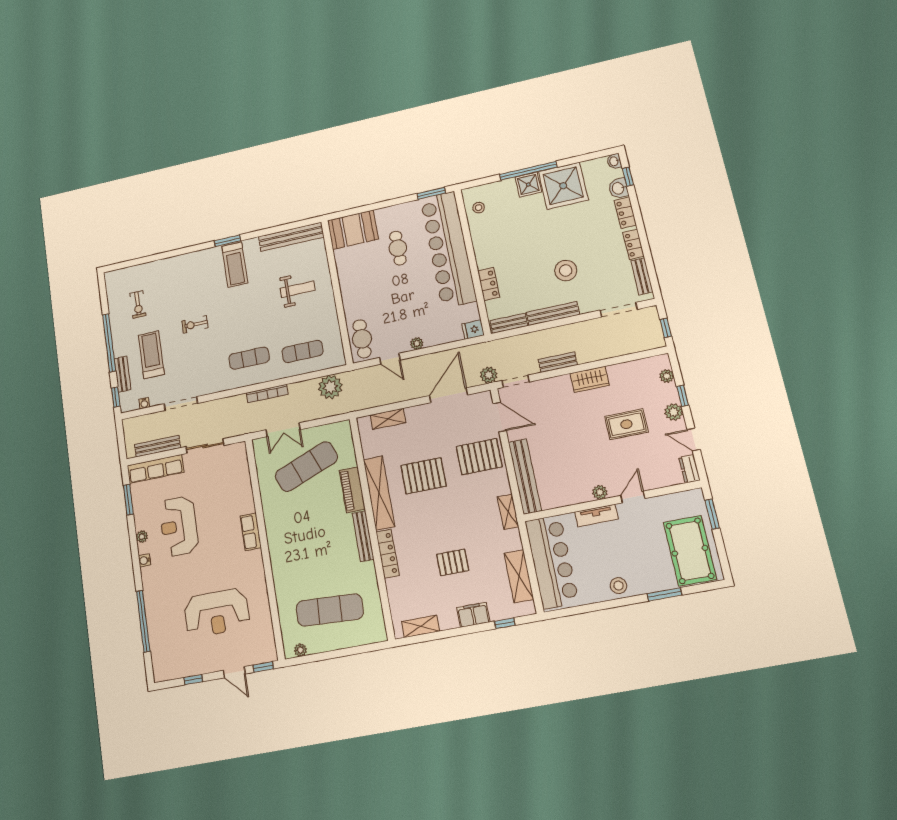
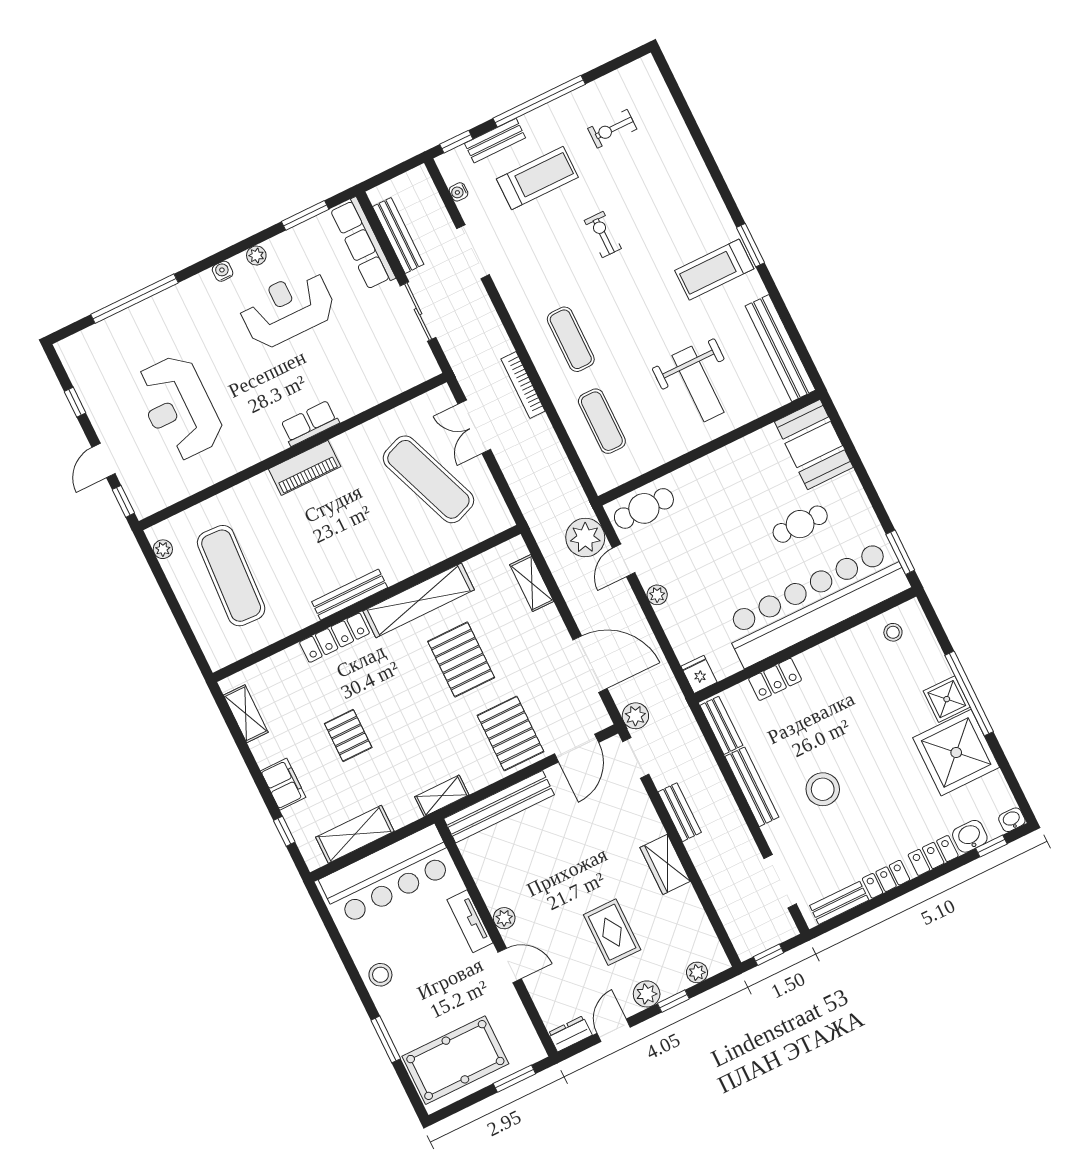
weight bench: (298, 289) -> (698, 384), width x1.36, depth x1.33
plant: (330, 387) -> (585, 538), moved
piano: (352, 490) -> (305, 468), moved, turned 180

